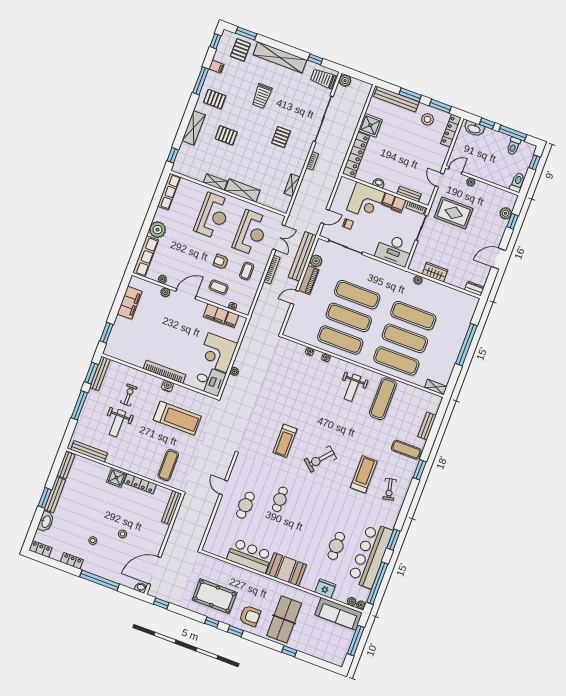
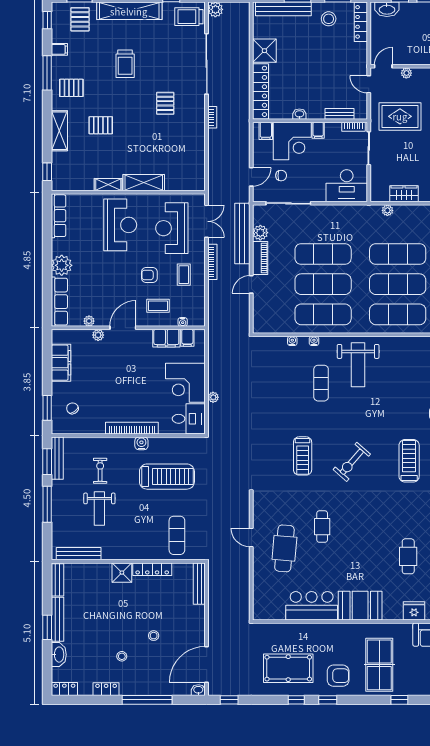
shelving: (292, 185) -> (199, 155), removed
filing cabinet: (398, 205) -> (266, 131), moved
reception desk: (251, 233) -> (172, 228), turned 180
chair: (125, 340) -> (72, 408), added
weight bench: (352, 388) -> (358, 365), width x1.36, depth x1.33
exercise mat: (383, 399) -> (321, 383), moved, width x0.73, depth x0.69
cafe table: (245, 505) -> (284, 548), width x1.37, depth x1.35

